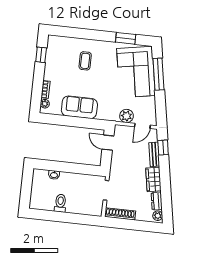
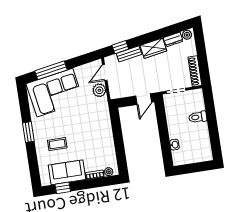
window: (126, 38) -> (28, 132), moved
sofa: (79, 107) -> (67, 172), moved, turned 90
door: (142, 126) -> (105, 72), swing flipped
door: (108, 143) -> (144, 99), moved
toilet: (60, 203) -> (198, 117), moved

